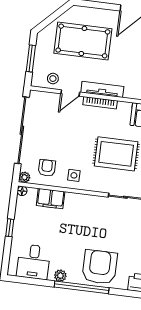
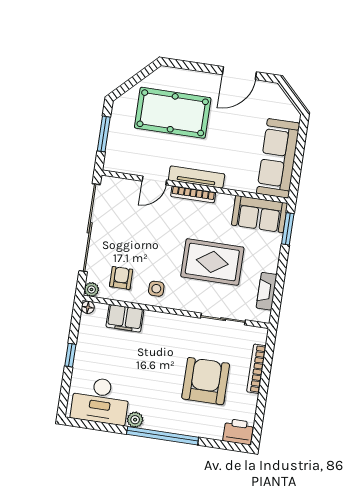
stool: (53, 79) -> (132, 161), removed
desk: (33, 262) -> (100, 401), width x1.37
armchair: (100, 267) -> (206, 381), moved

